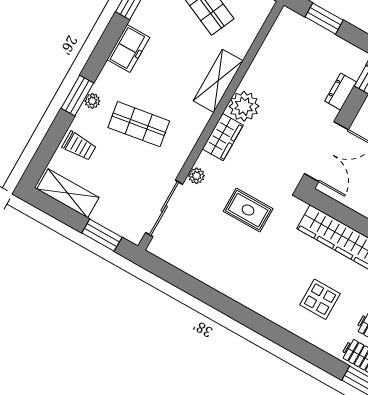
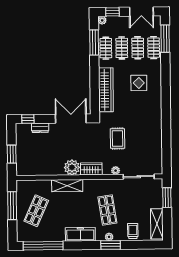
freezer: (128, 48) -> (80, 234), width x1.40

